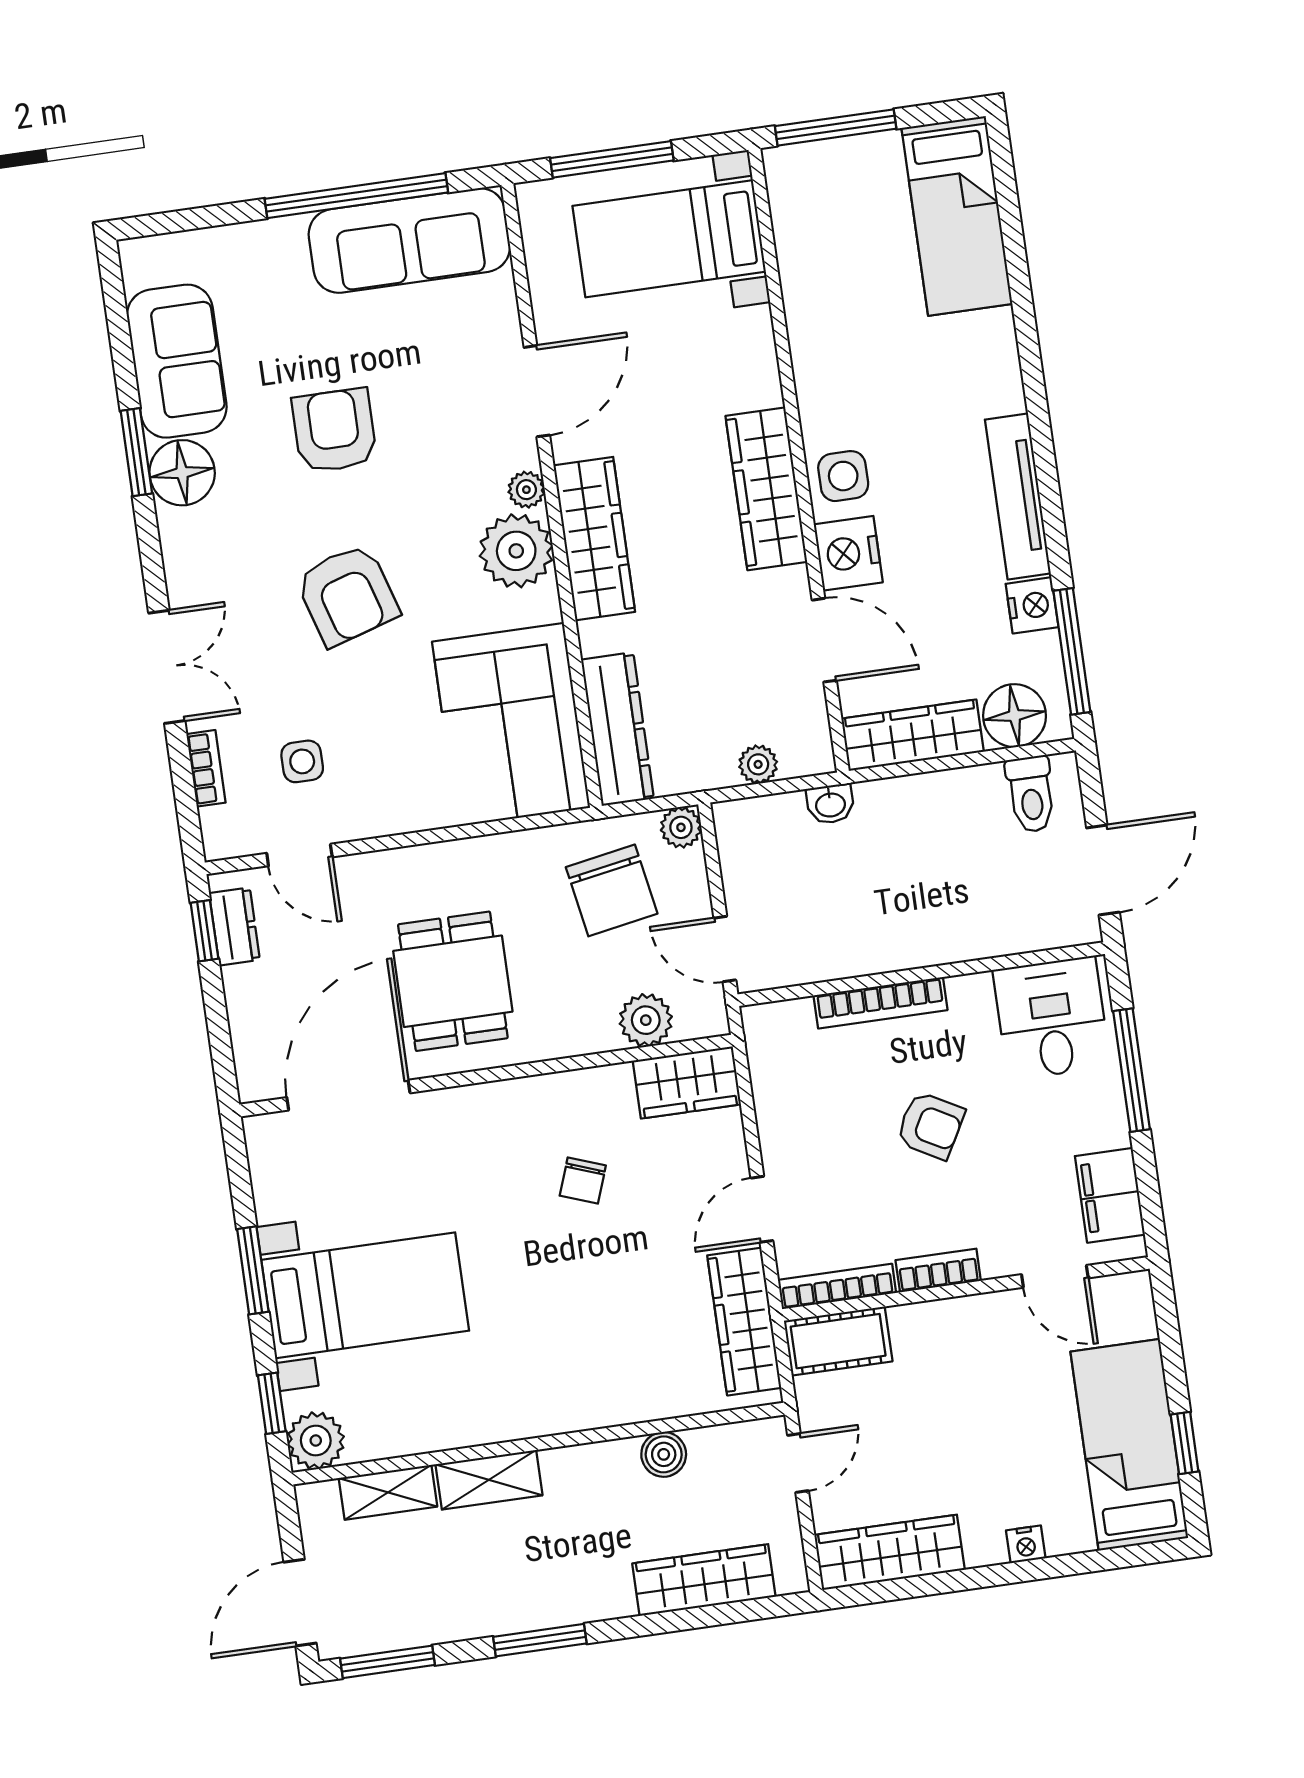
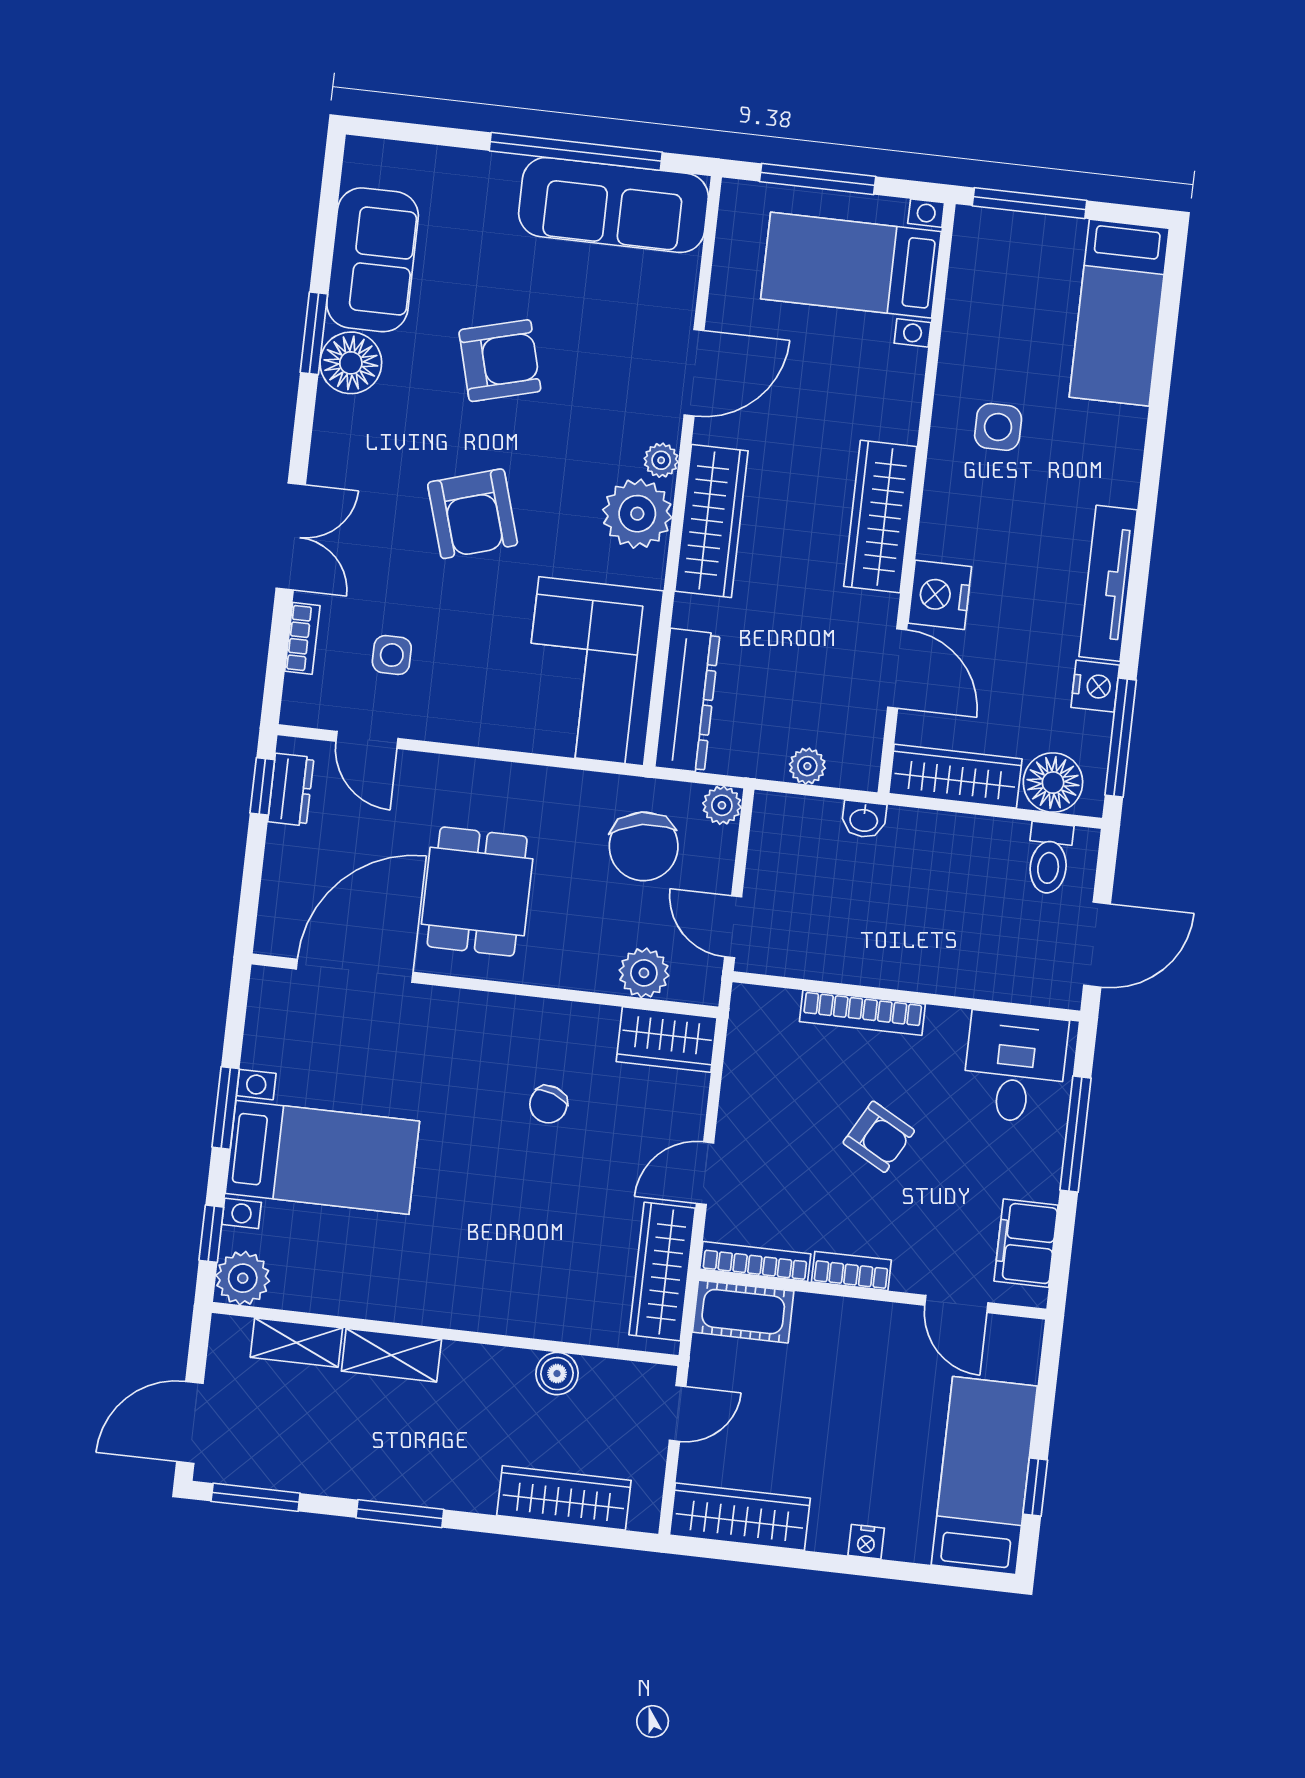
armchair: (334, 431) -> (500, 361), turned 75
side table: (843, 476) -> (998, 427), moved

